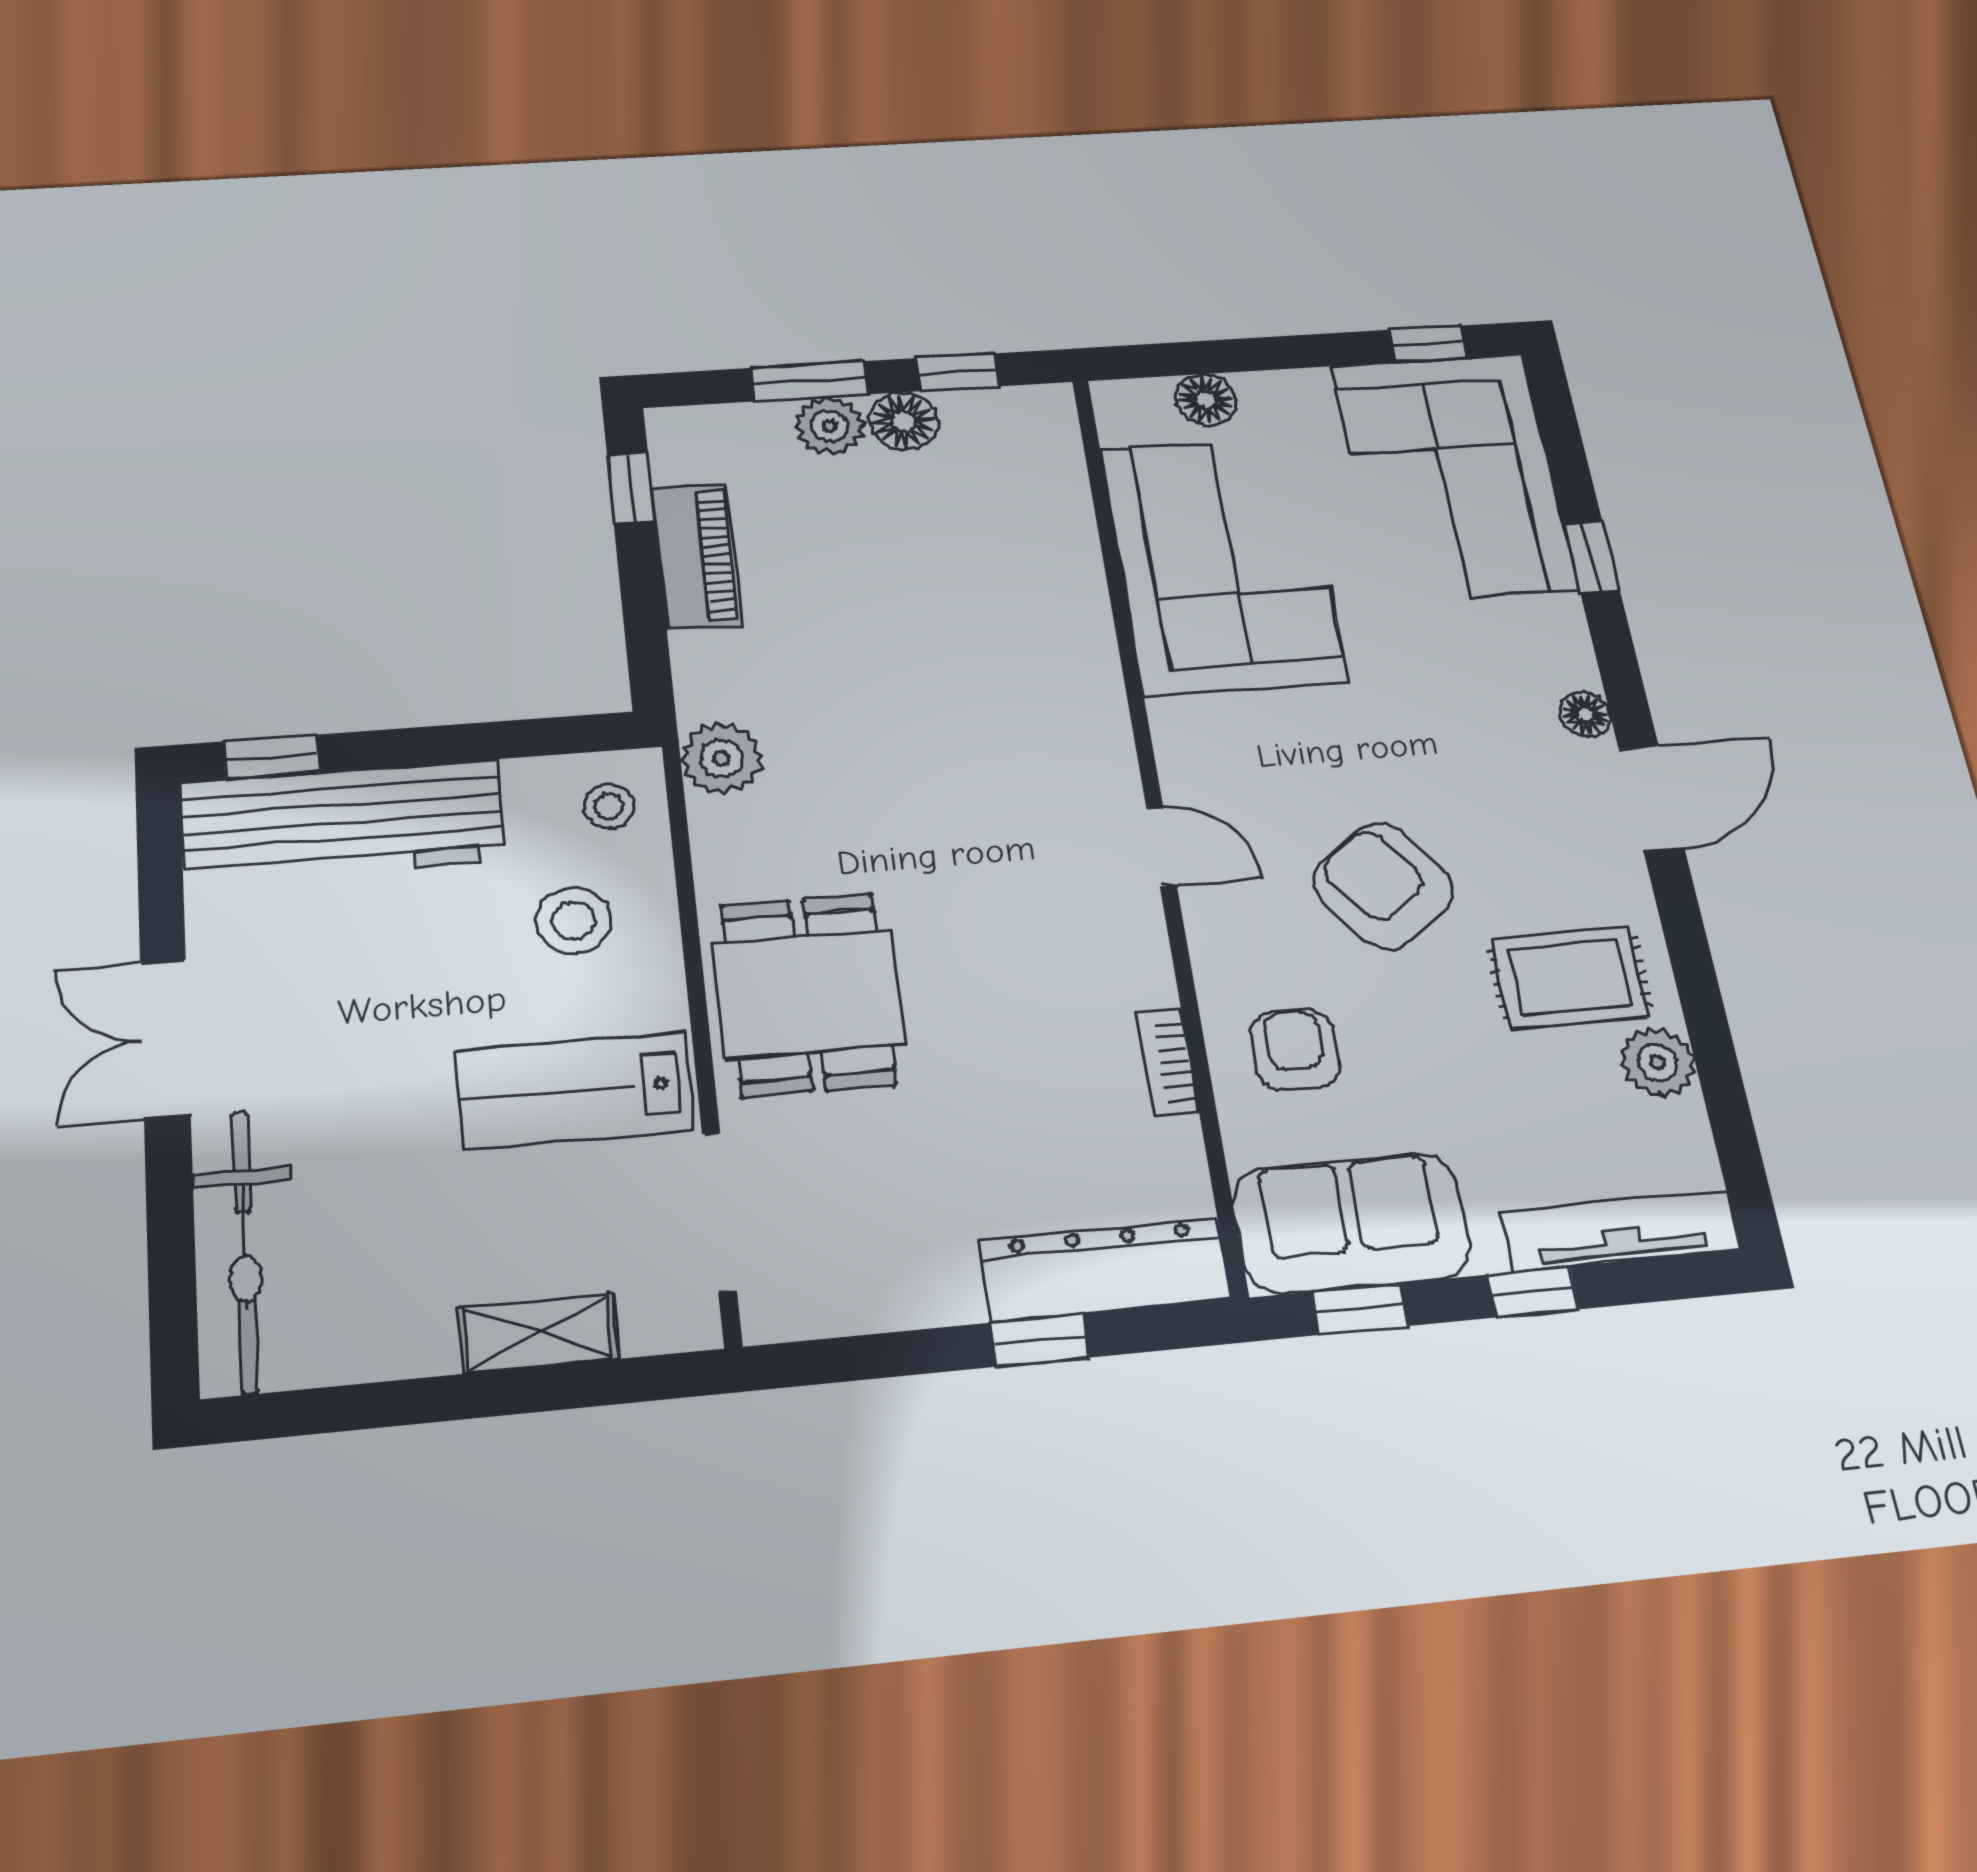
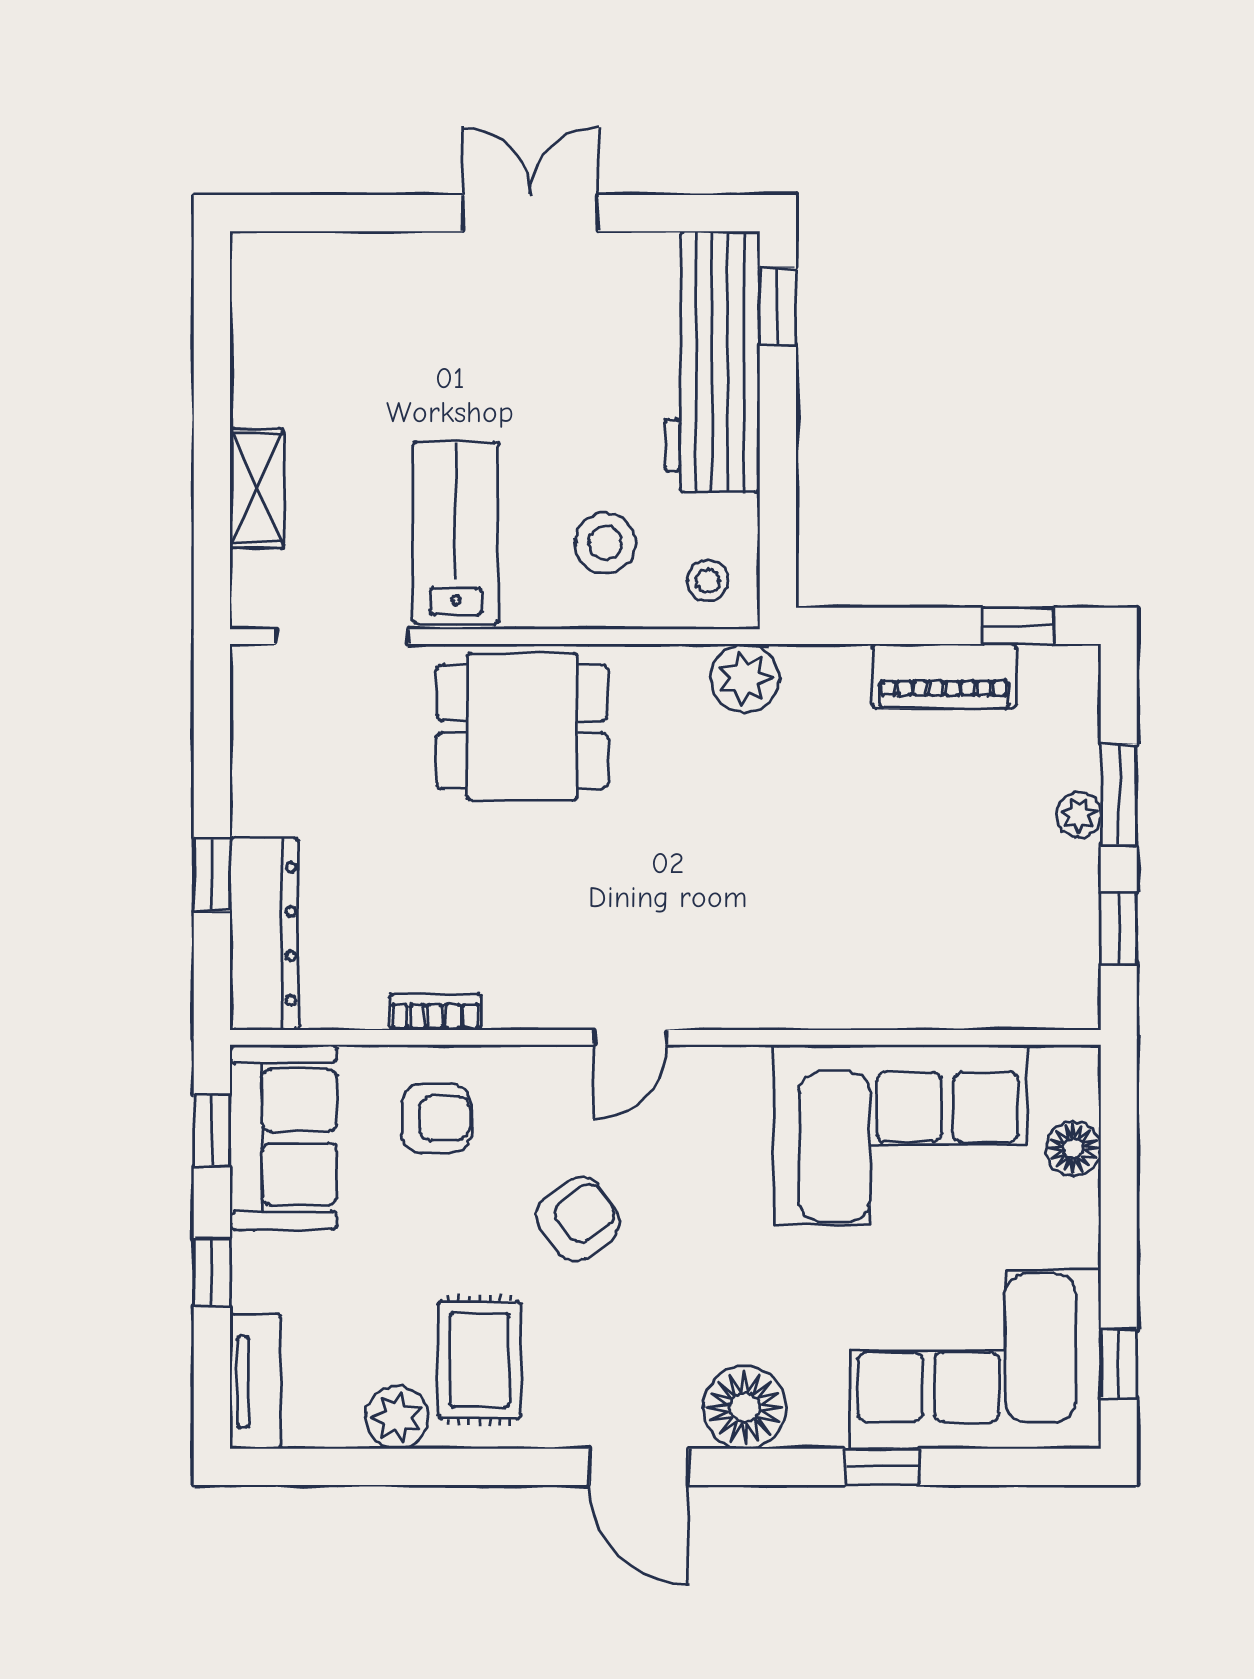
floor lamp: (903, 421) -> (1070, 873), removed
plant: (830, 426) -> (1078, 815), width x0.73, depth x0.73
floor lamp: (1585, 714) -> (744, 1408), width x1.89, depth x1.89
armchair: (1383, 885) -> (578, 1219), width x0.72, depth x0.72
tv unit: (1621, 1231) -> (256, 1382), width x0.71
bicycle: (245, 1251) -> (346, 269), removed

